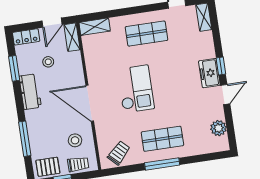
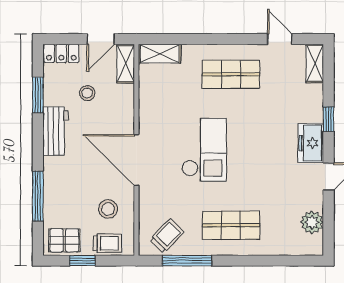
window: (221, 66) -> (329, 119), moved
window: (162, 164) -> (187, 261), moved

